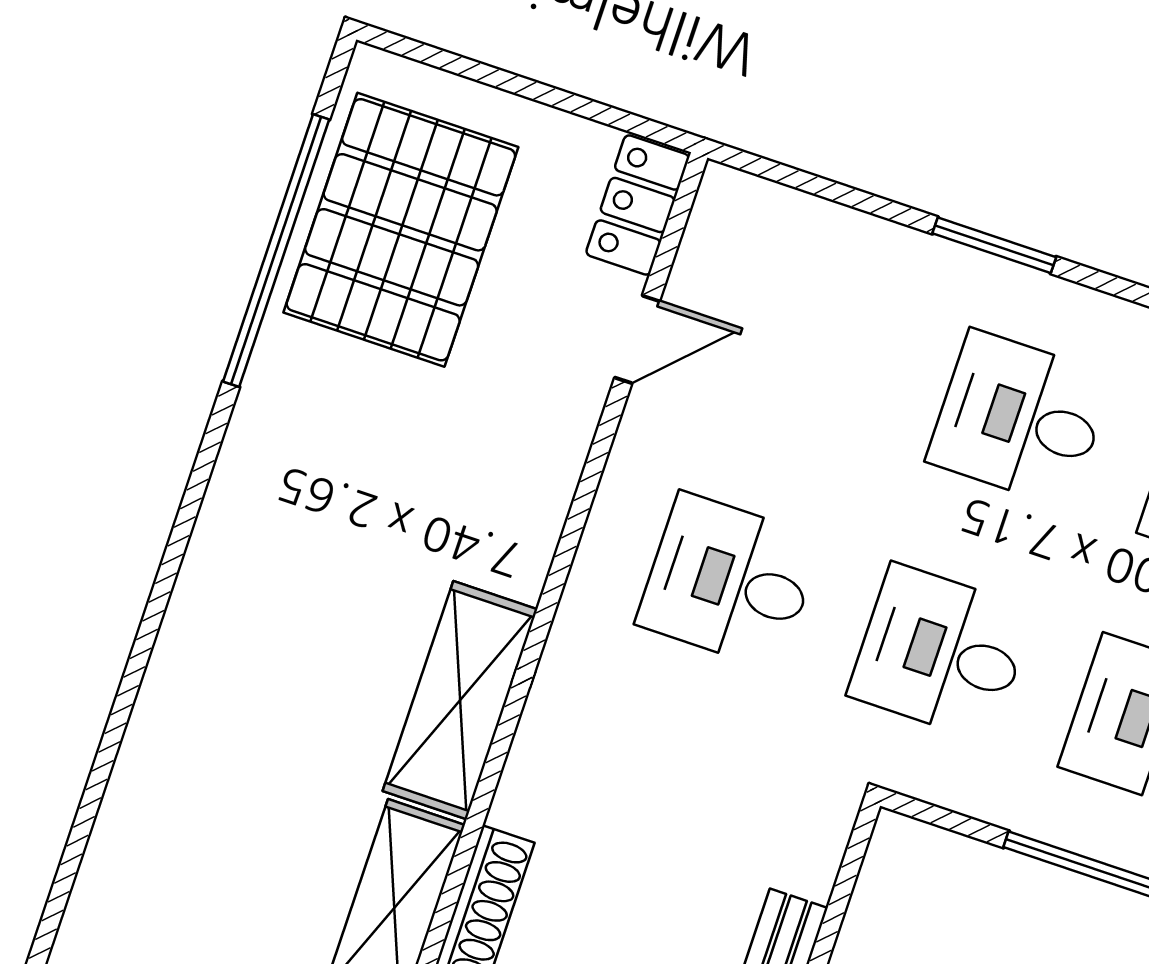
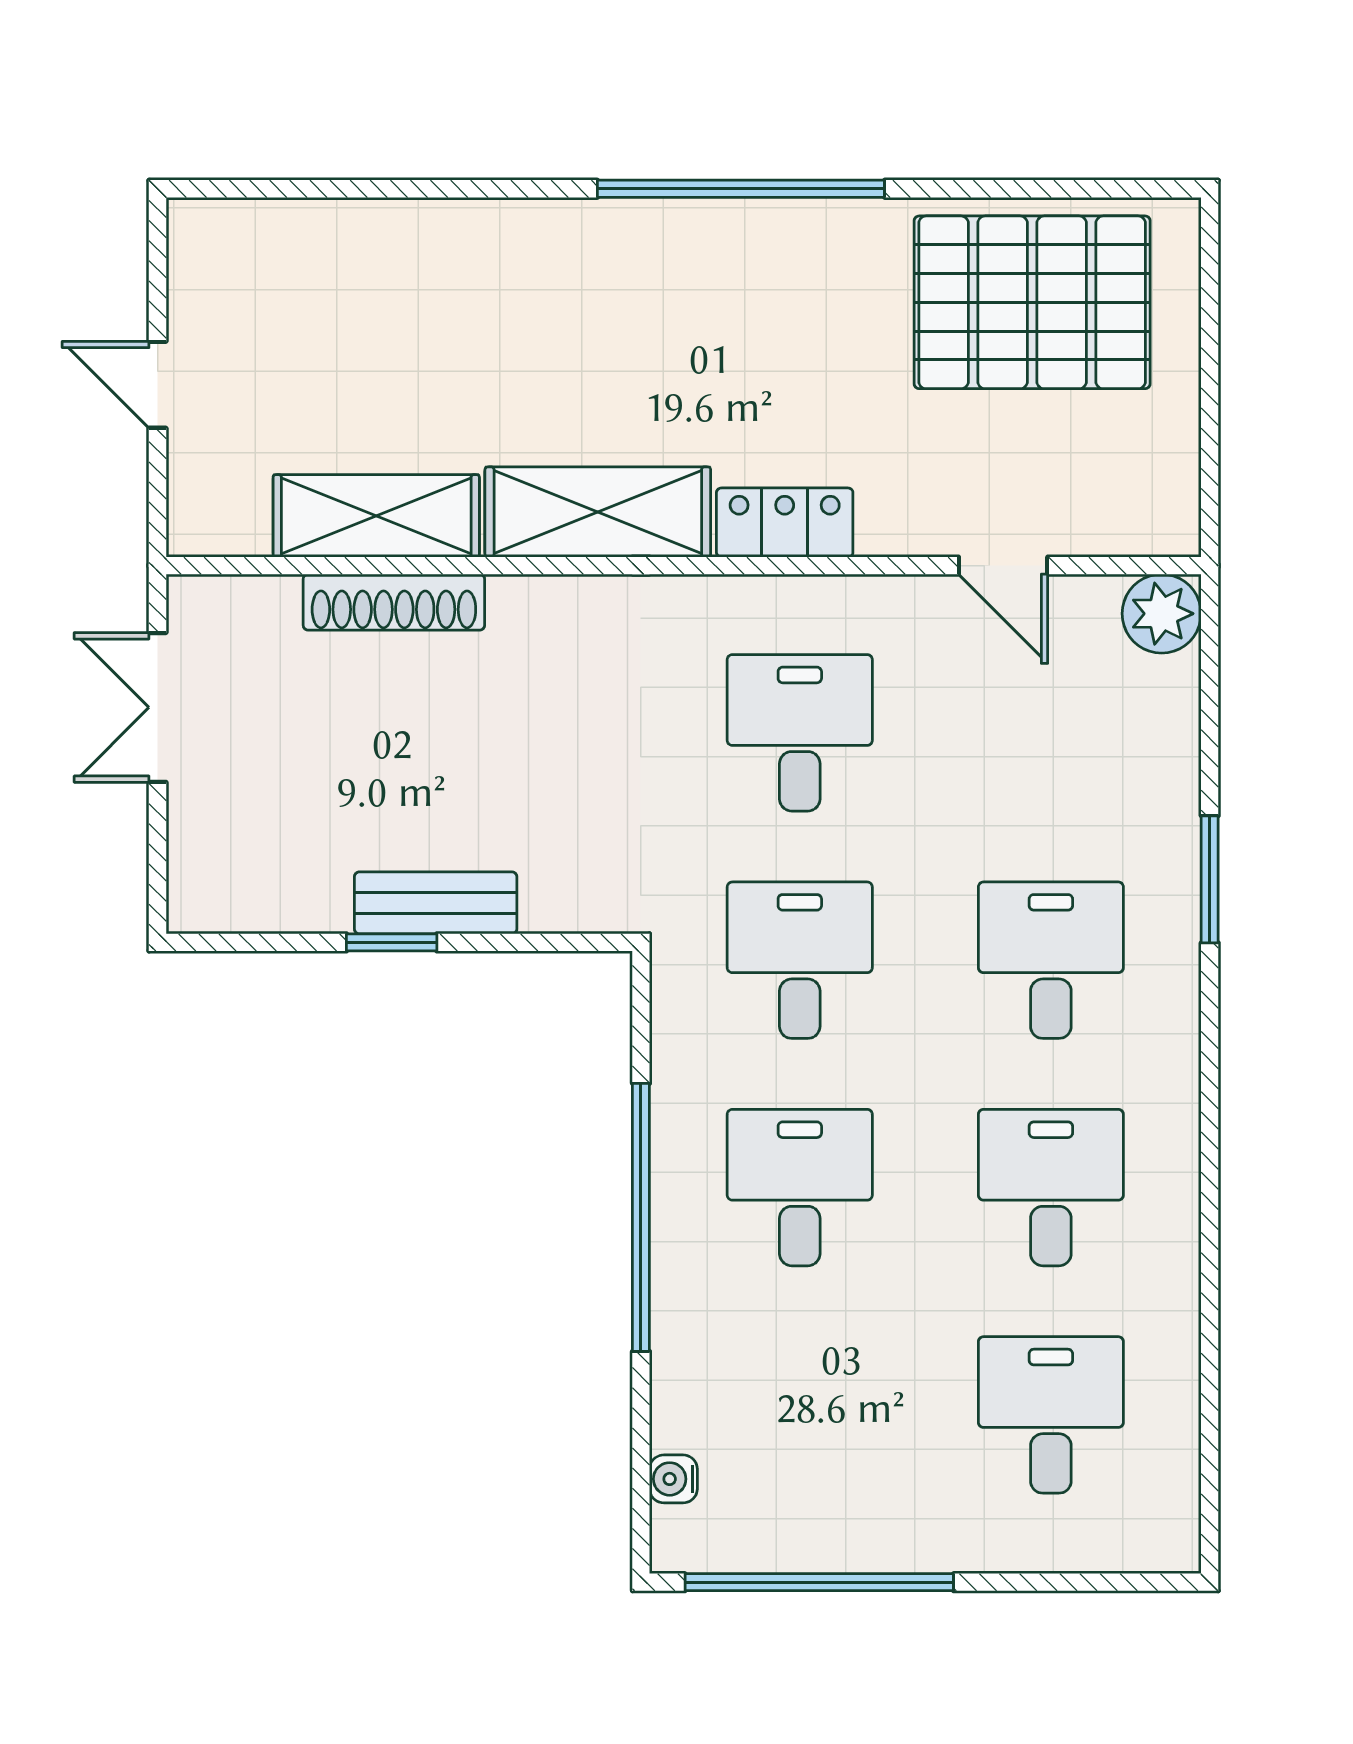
locker: (638, 205) -> (785, 522), moved
plant: (732, 207) -> (1162, 614), added
window: (276, 251) -> (741, 189), moved

